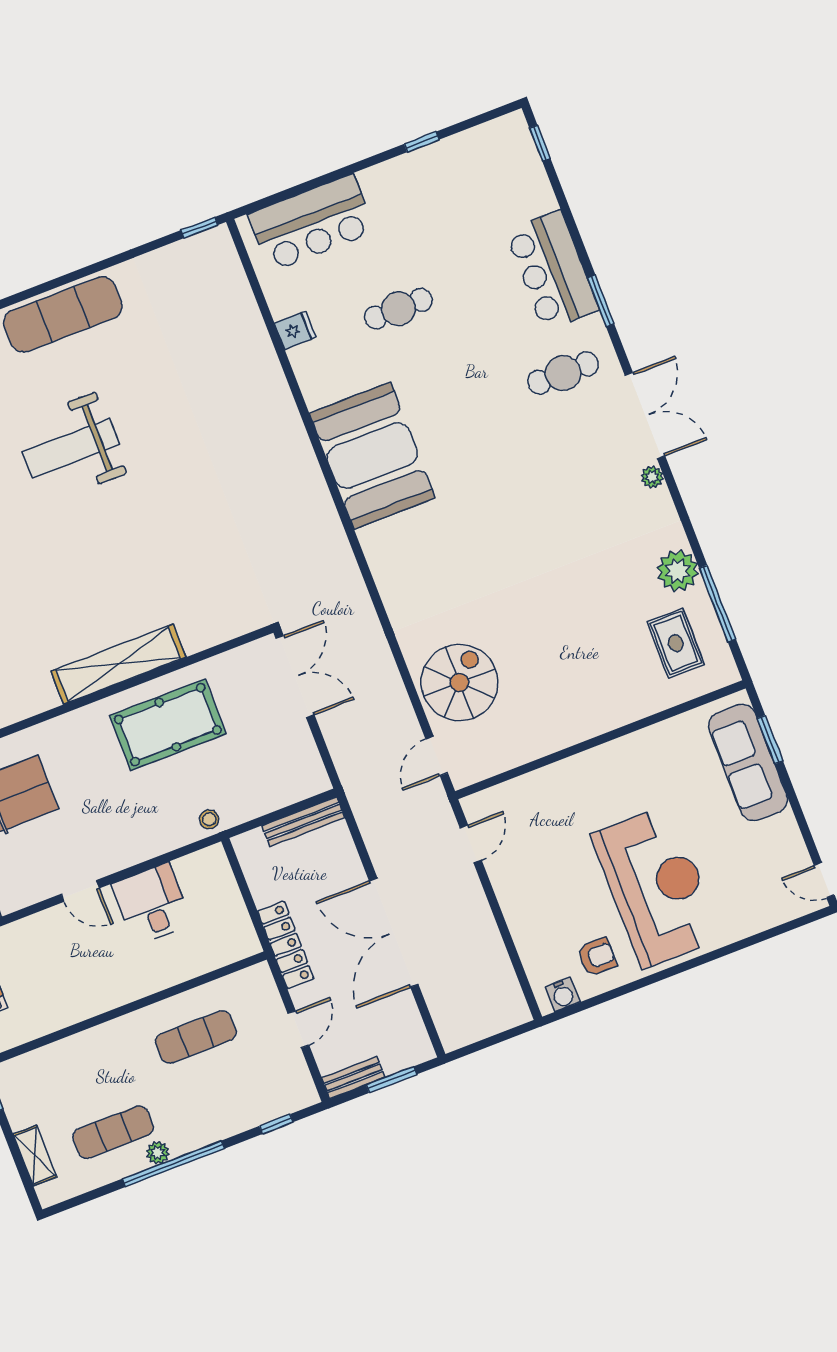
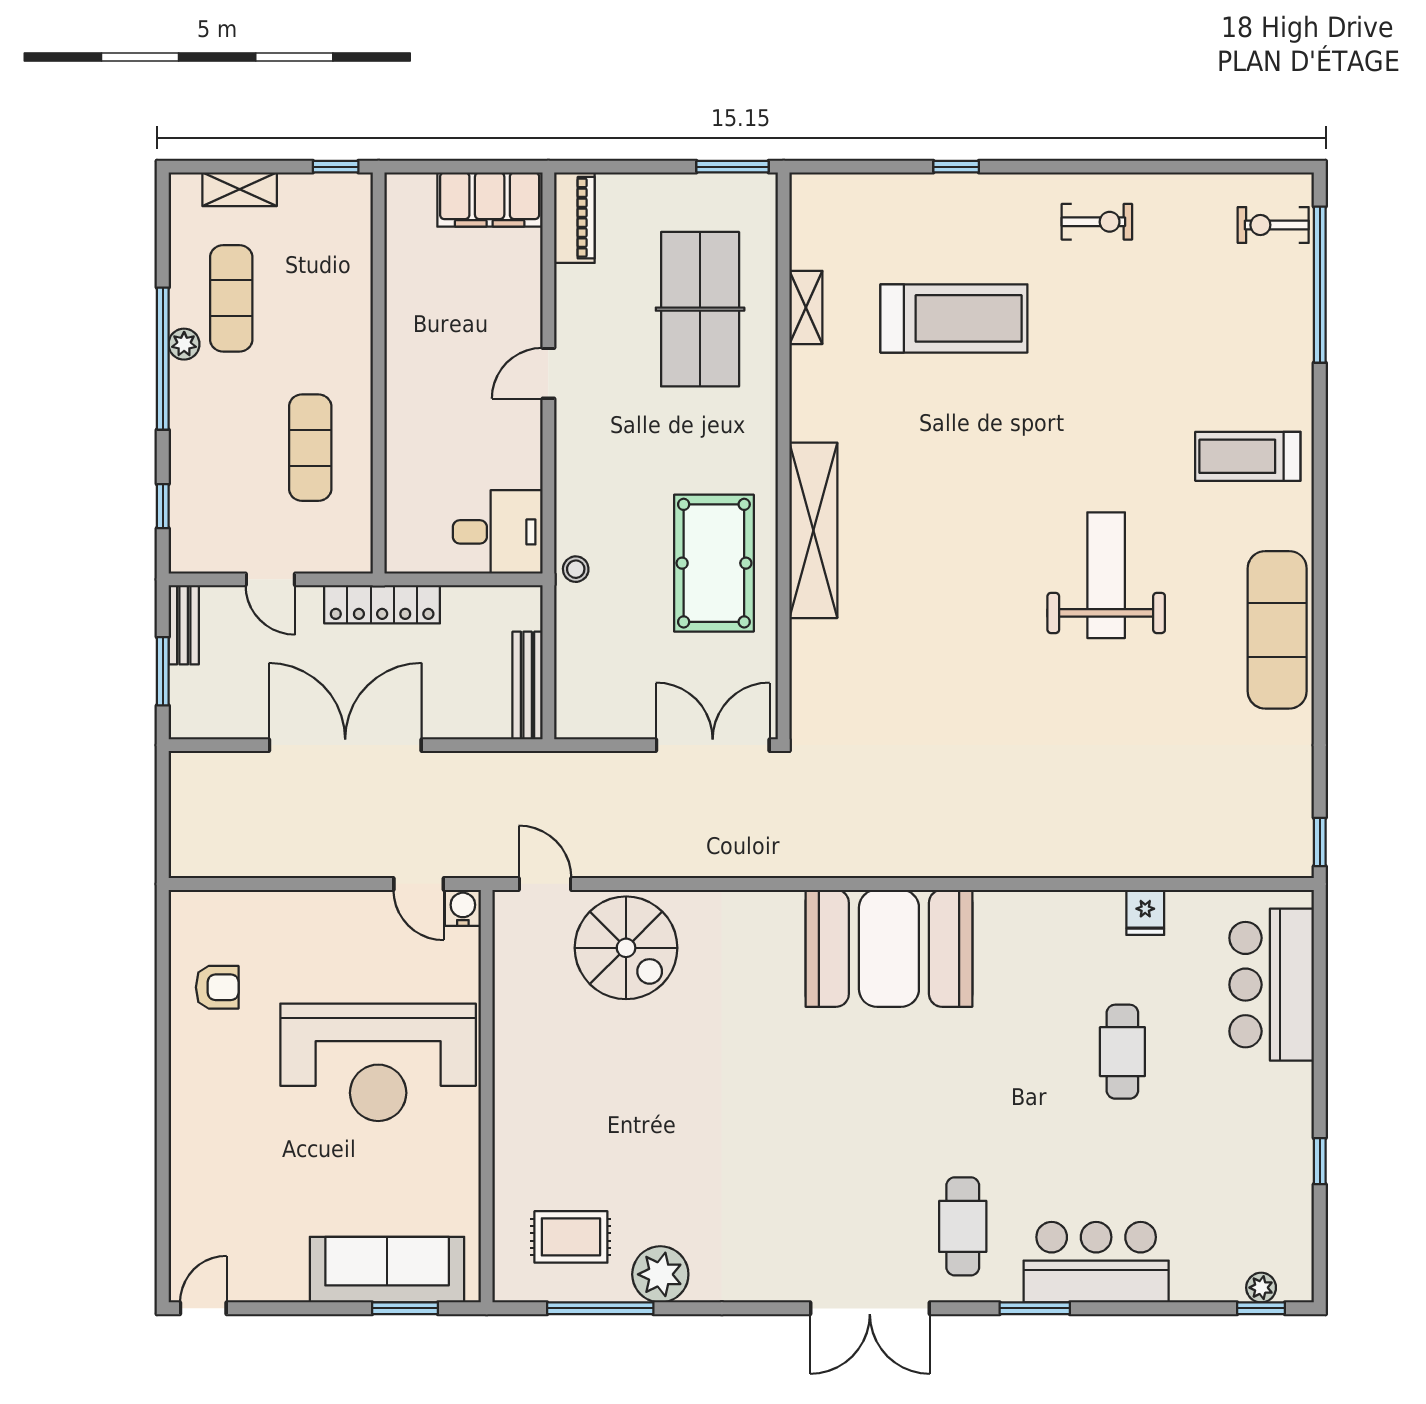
booth: (372, 456) -> (889, 948), moved
plant: (652, 477) -> (1261, 1288), moved
double door: (295, 677) -> (713, 745), swing flipped
reception desk: (656, 886) -> (378, 1062), moved
desk: (152, 904) -> (498, 532), moved
armchair: (597, 957) -> (217, 987), turned -90
water cooler: (563, 994) -> (463, 908), moved, turned 90

